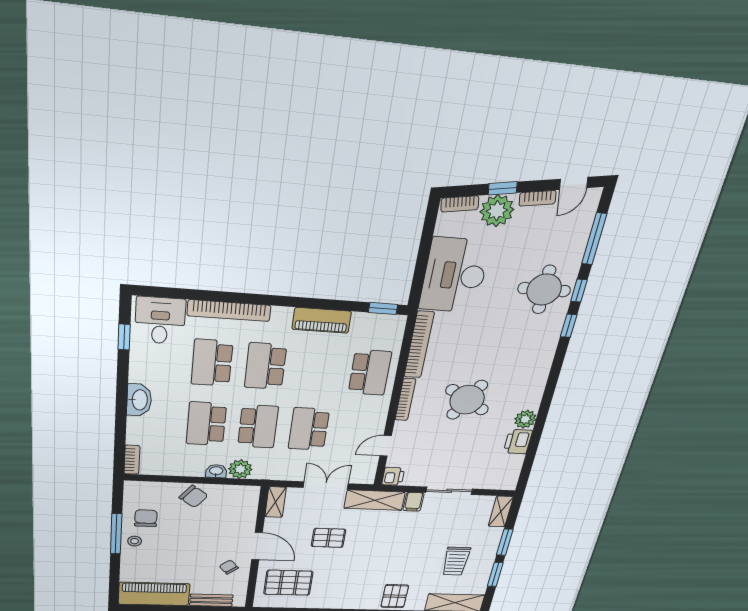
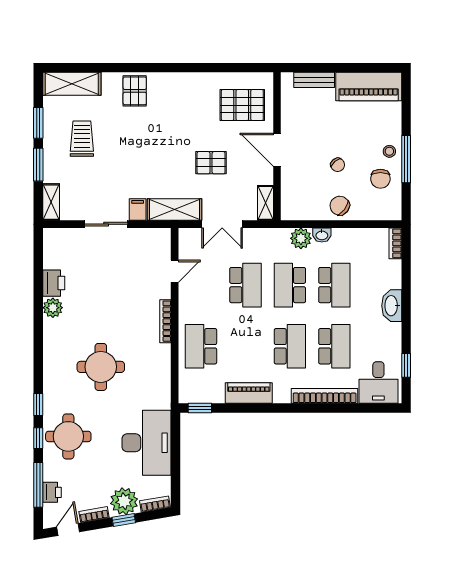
bookcase: (419, 345) -> (164, 376), removed
round table: (467, 400) -> (101, 367), moved, turned -31
printer: (393, 476) -> (52, 492), moved, turned 180
chair: (229, 567) -> (338, 165), moved

